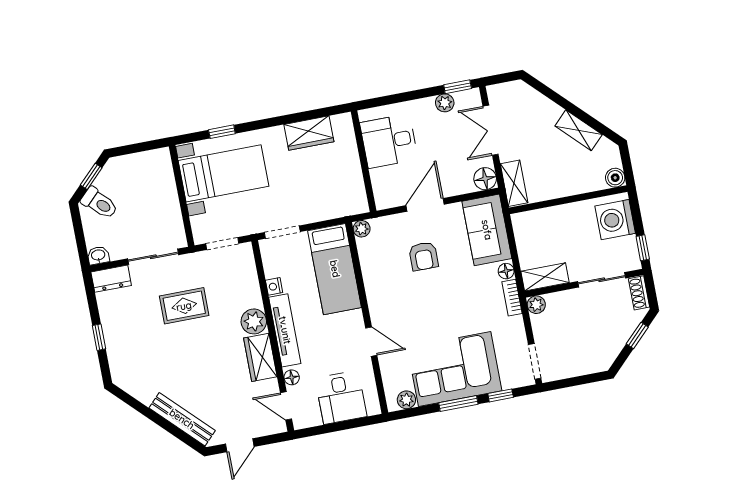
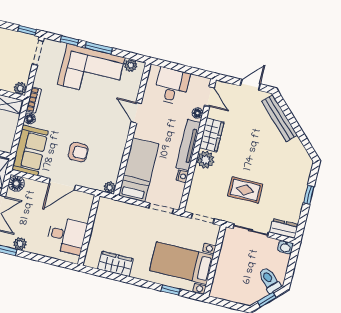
armchair: (424, 256) -> (78, 152), turned 90
window: (562, 384) -> (27, 30), added

